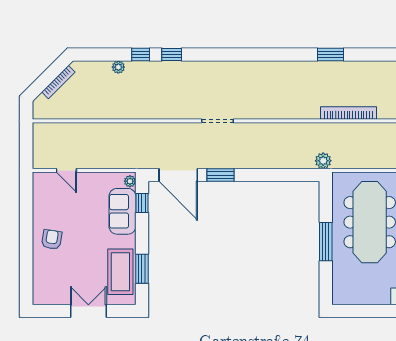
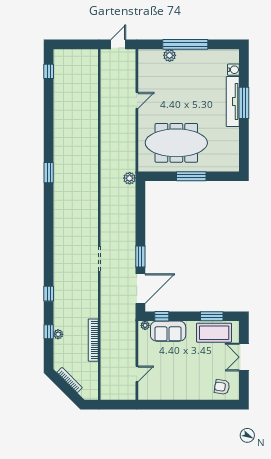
window: (141, 55) -> (49, 332), moved
bookcase: (348, 113) -> (93, 340), moved
armchair: (52, 239) -> (222, 387), moved

